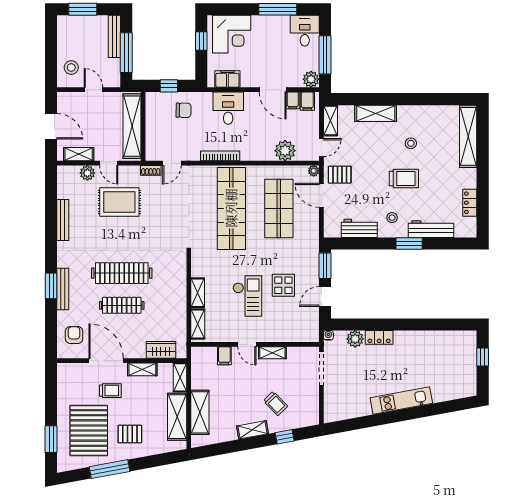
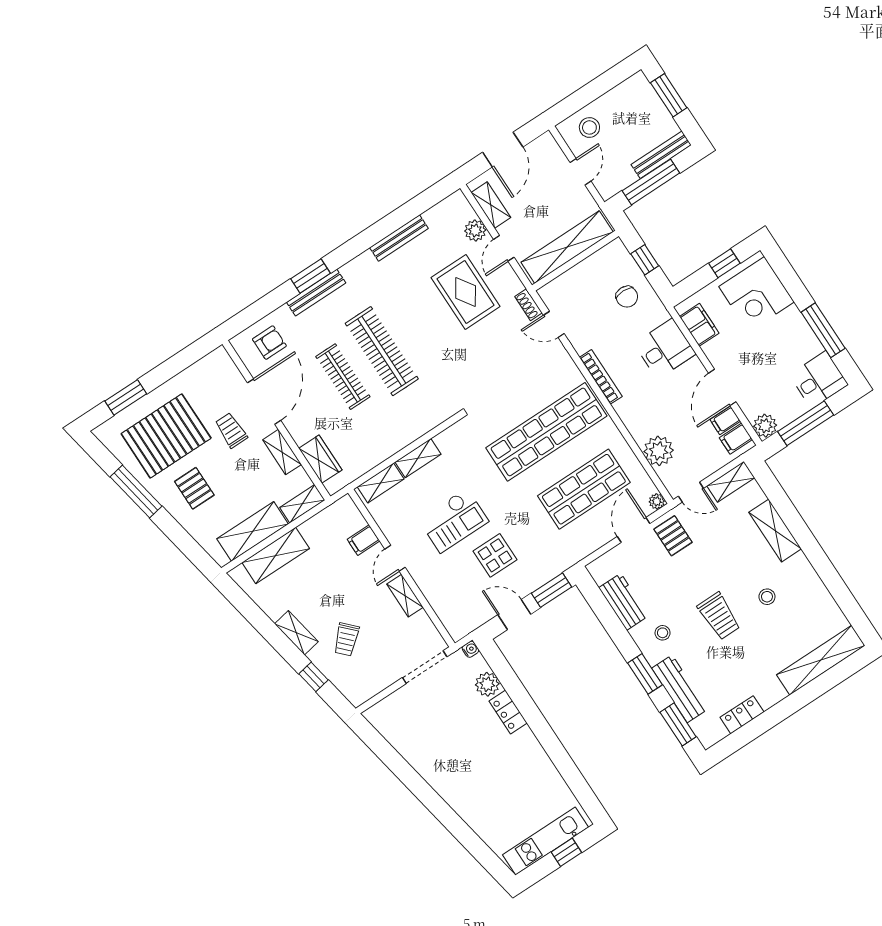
window: (451, 243) -> (678, 724), added
trolley: (110, 391) -> (231, 430), turned 180
kitchen unit: (401, 401) -> (546, 841), moved, turned -80

